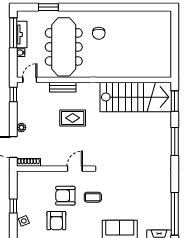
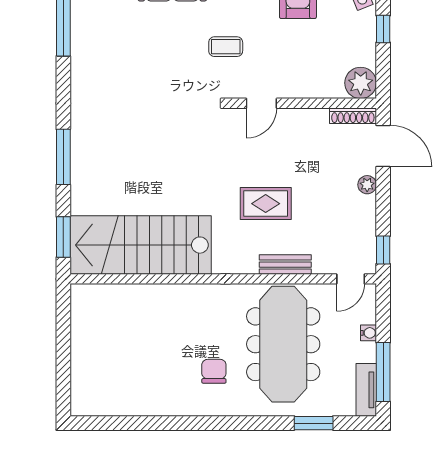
tv unit: (22, 34) -> (366, 390), moved
plant: (25, 179) -> (361, 83), added
armchair: (65, 196) -> (280, 50), removed

